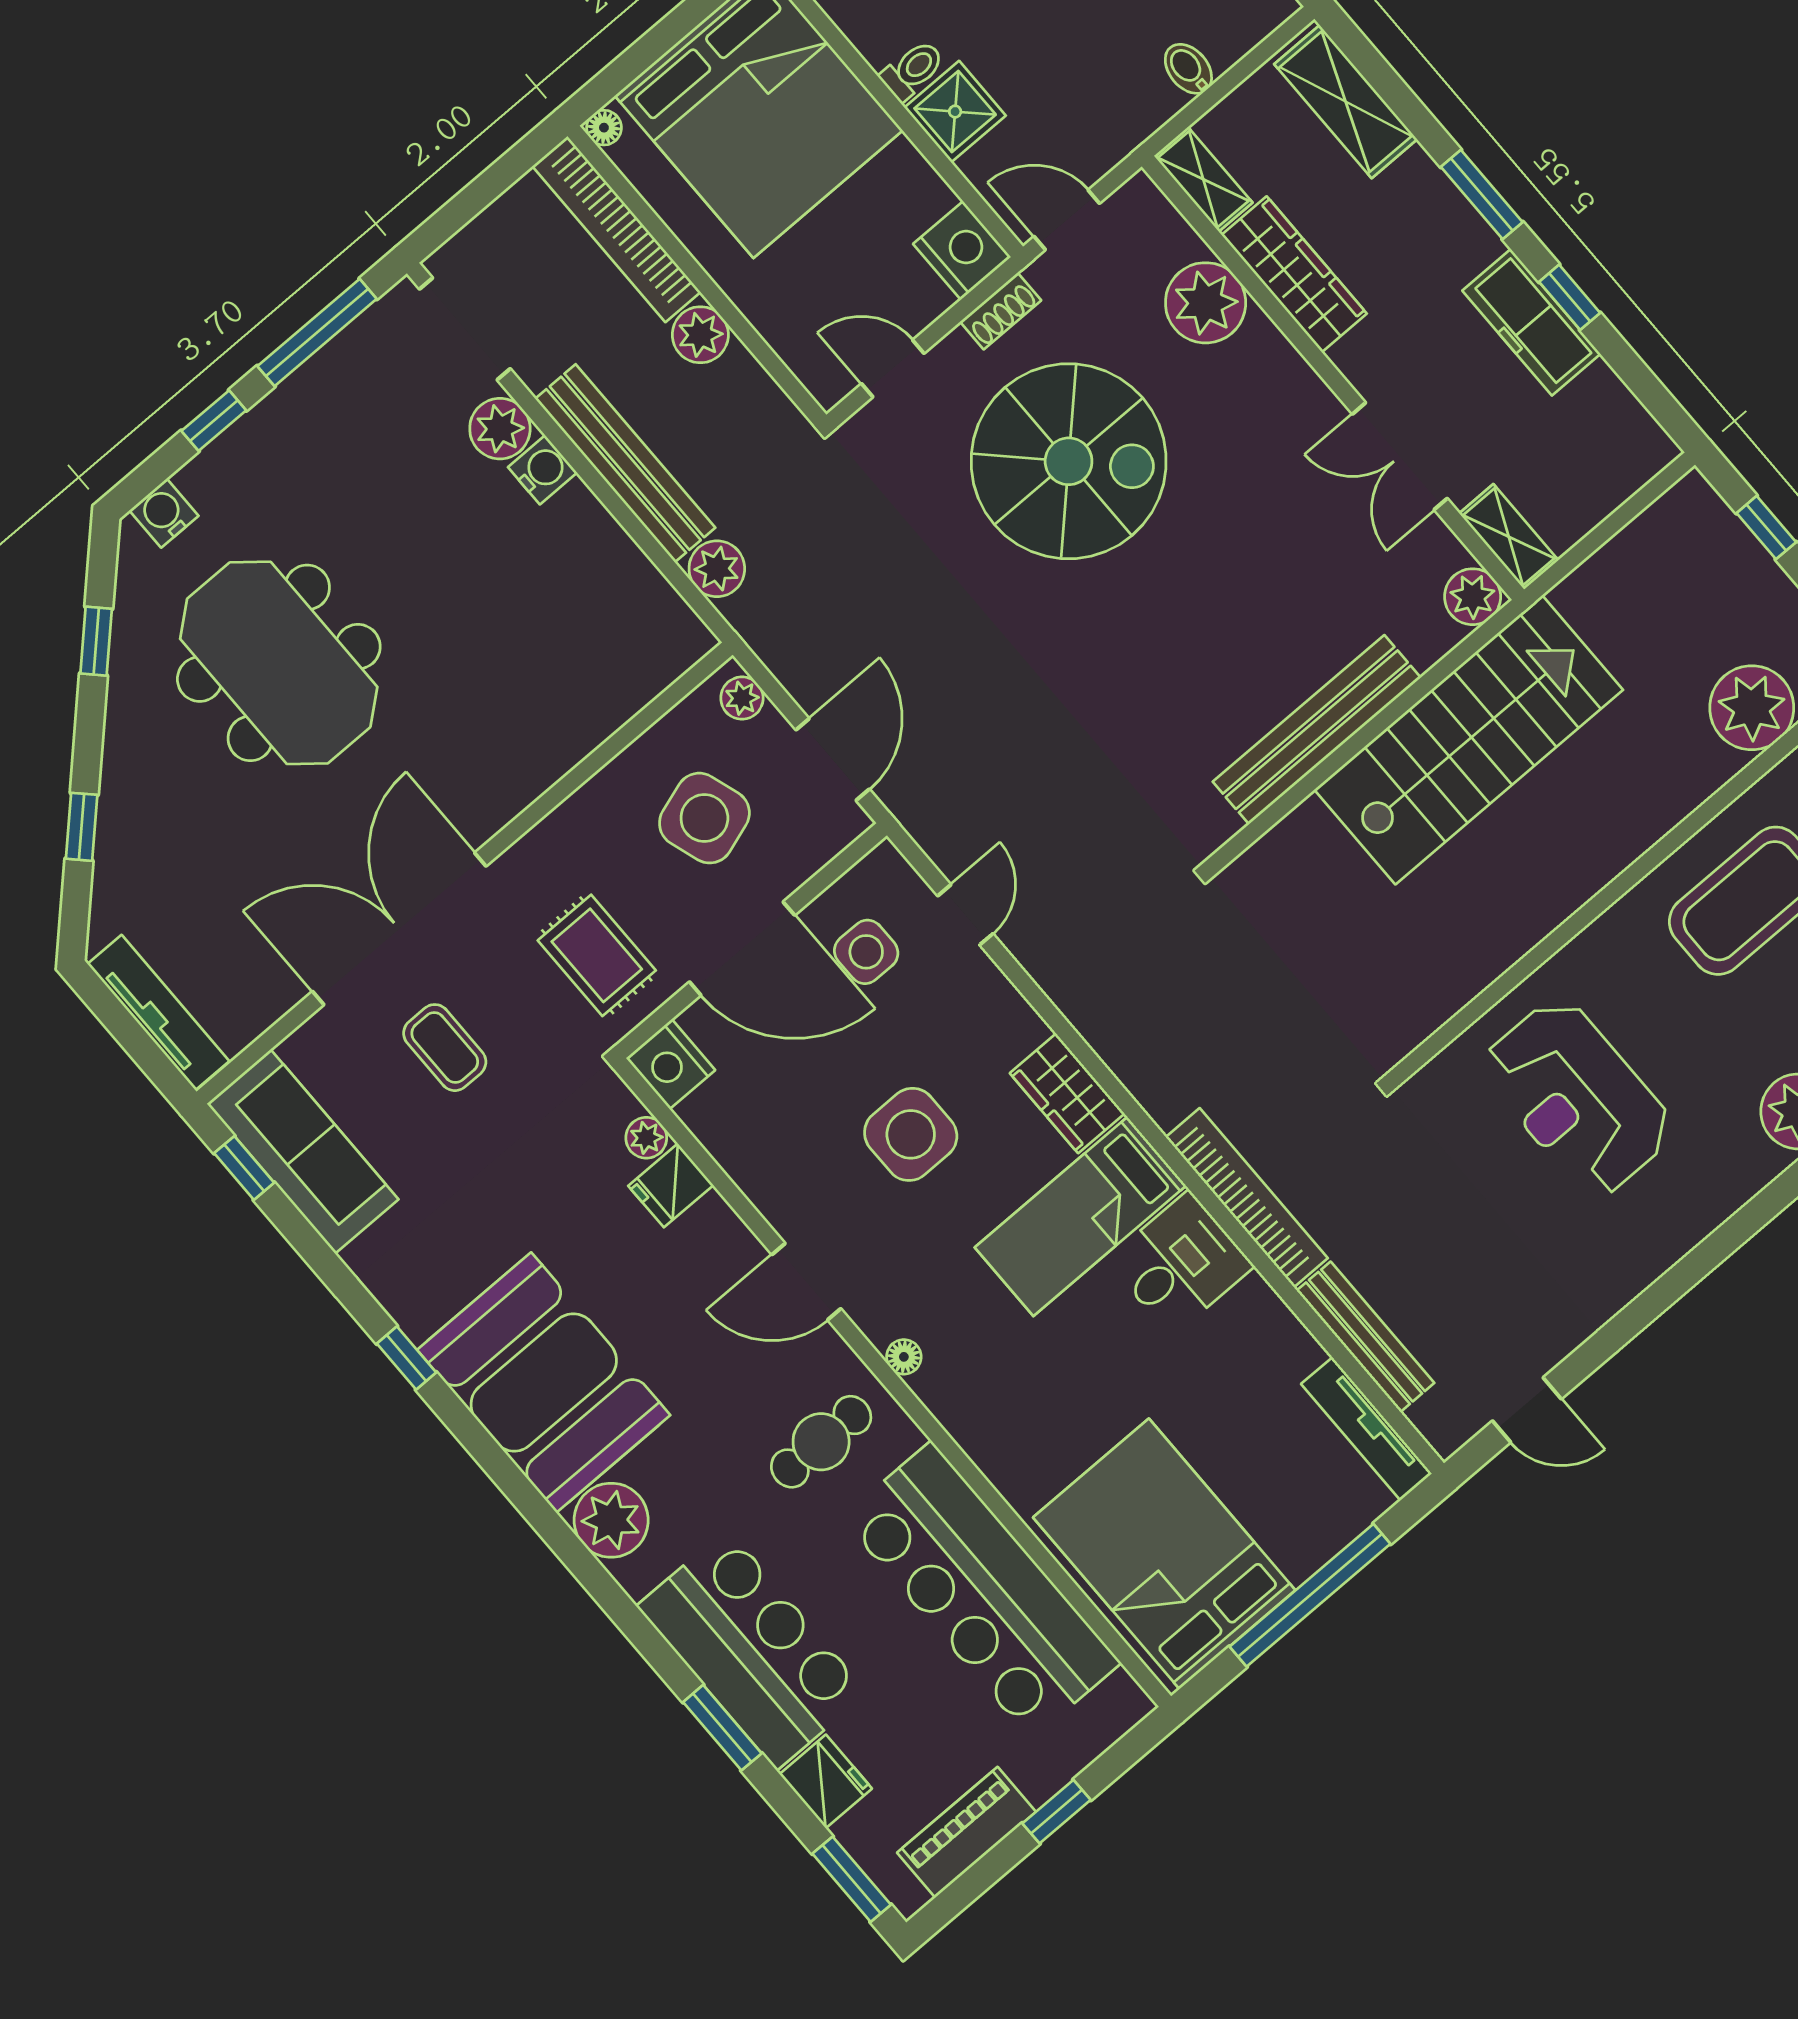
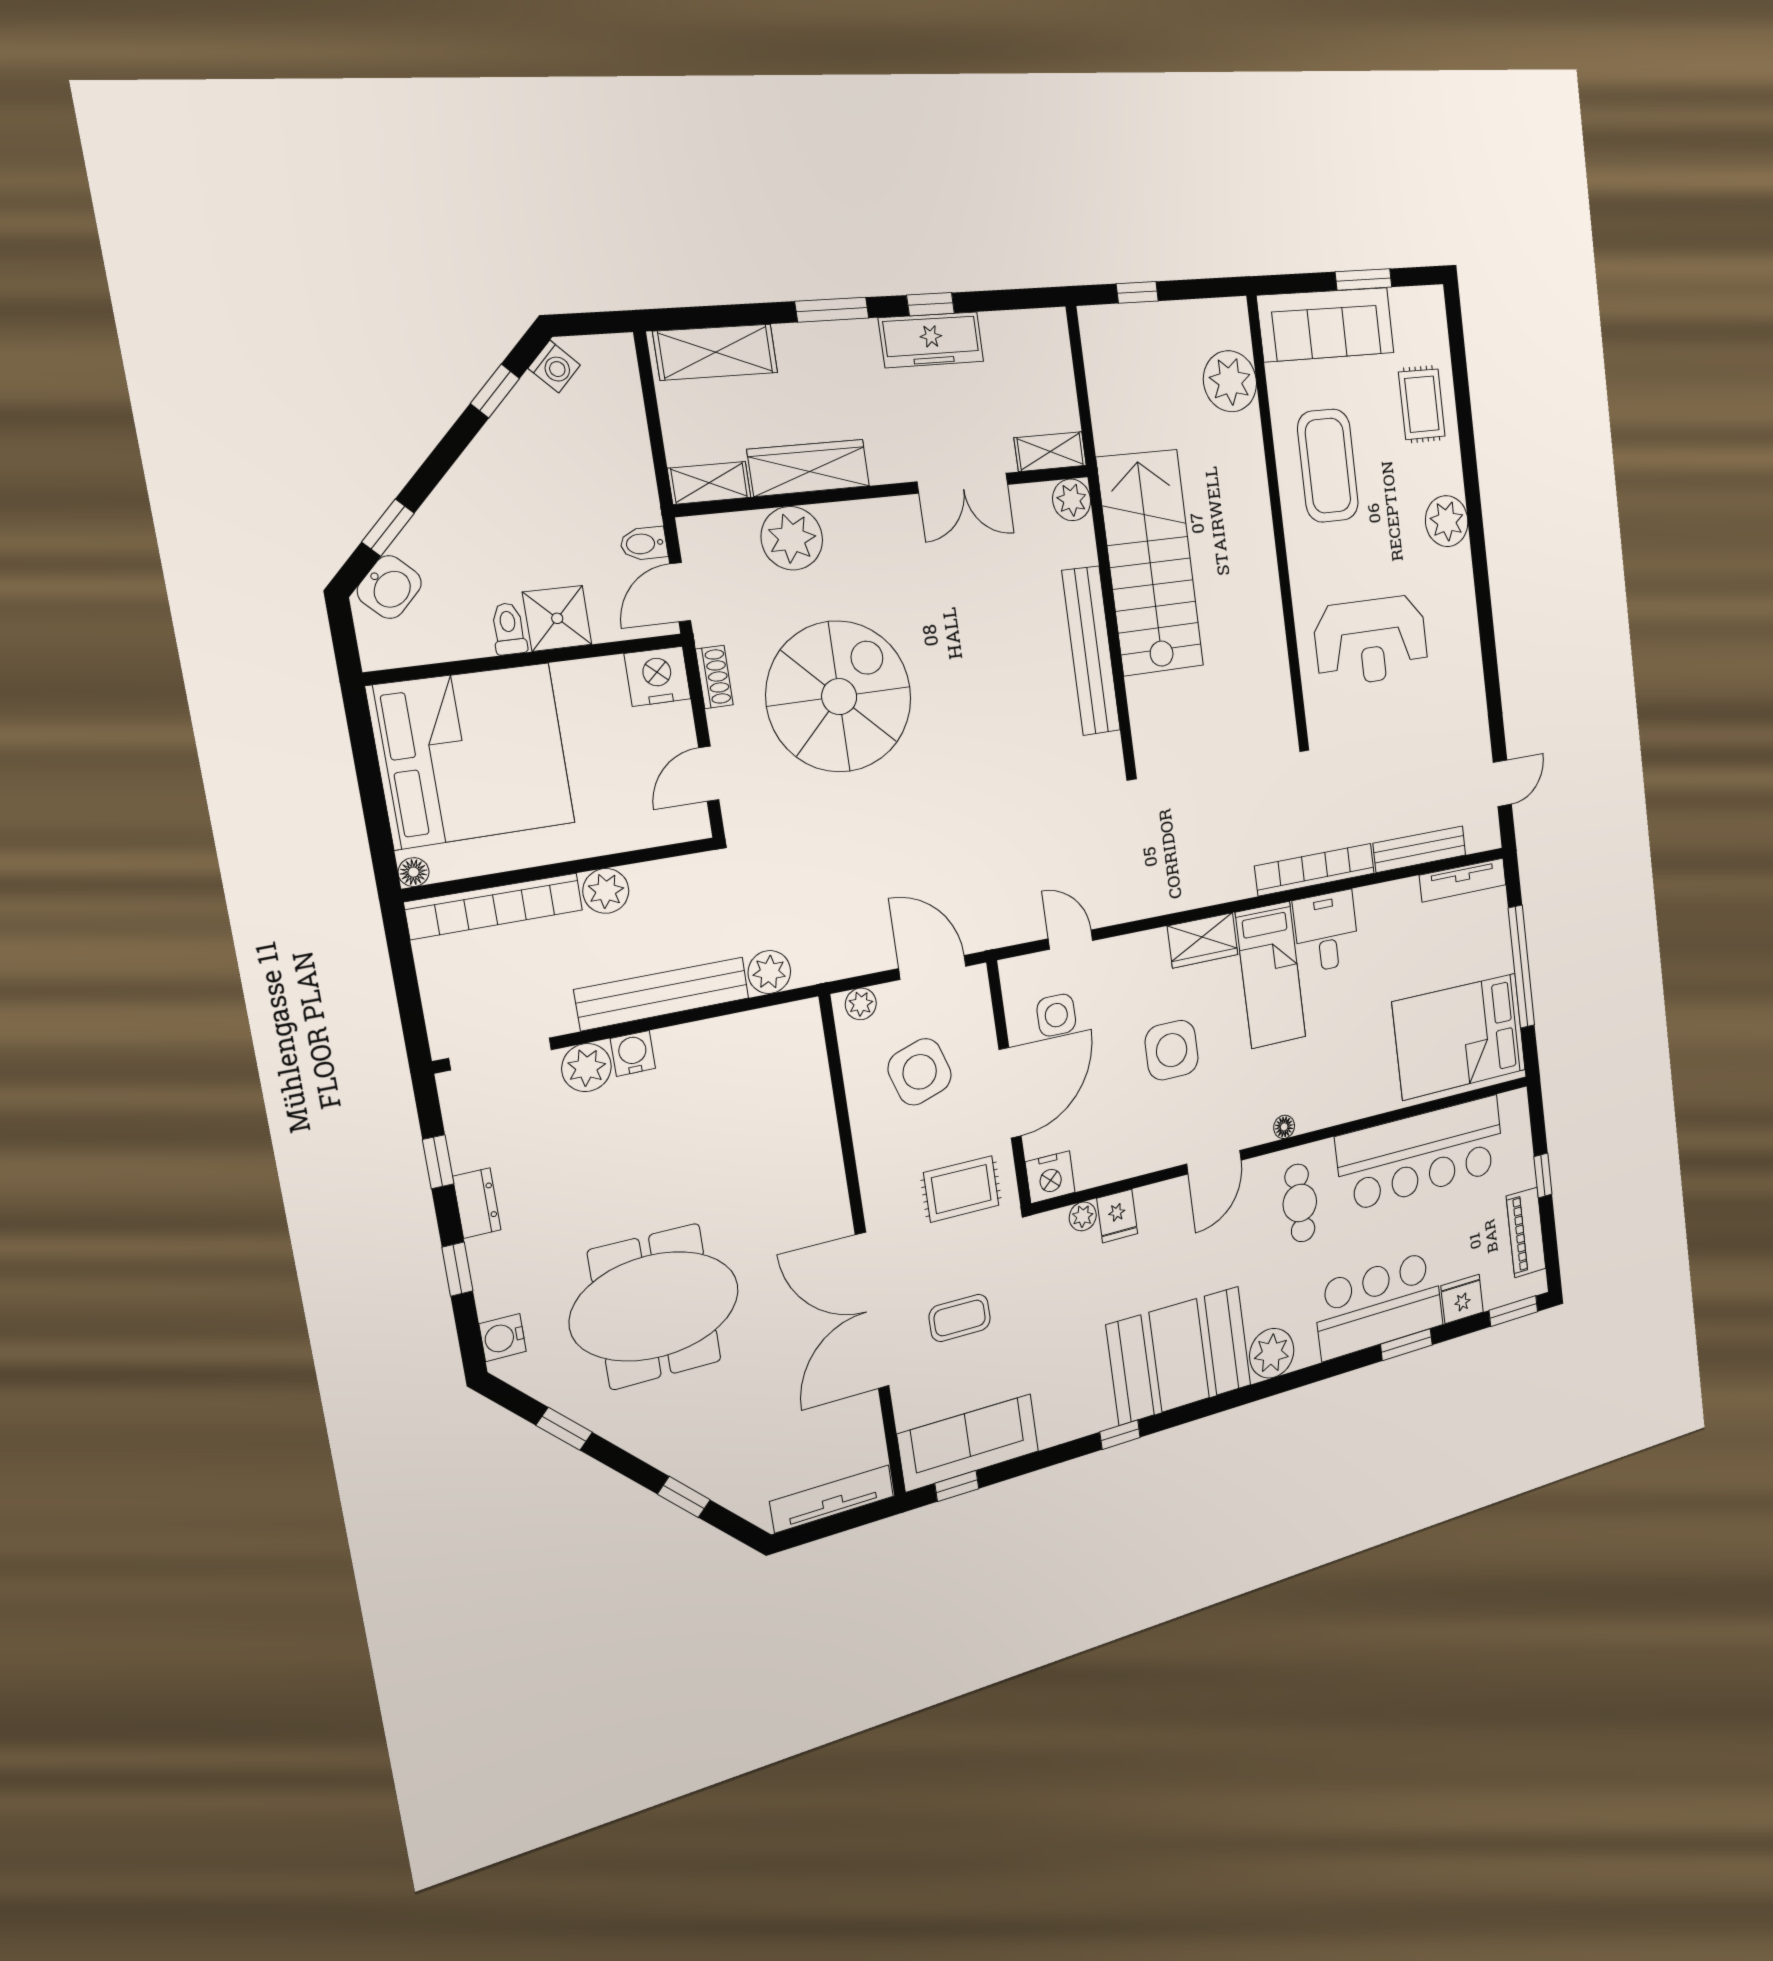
bidet: (1188, 69) -> (644, 544), moved
window: (317, 332) -> (438, 1162), width x0.46
dresser: (294, 399) -> (477, 1203), added

